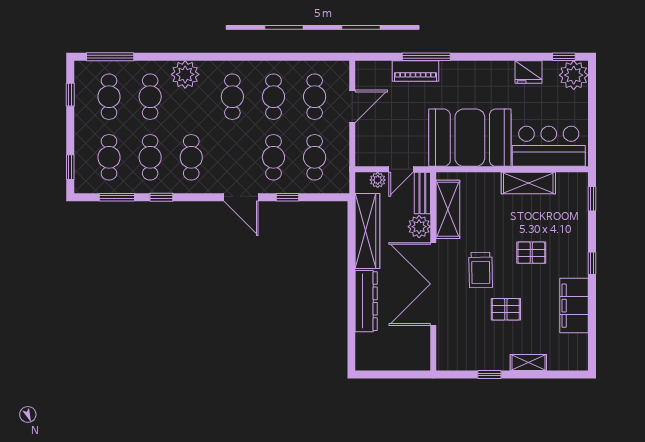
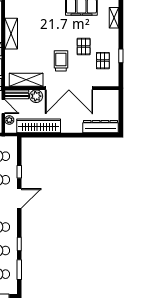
pallet: (531, 253) -> (103, 61), moved
trolley: (481, 270) -> (61, 61), turned -89
dresser: (366, 301) -> (100, 127), moved
shelving: (528, 362) -> (114, 18), moved

